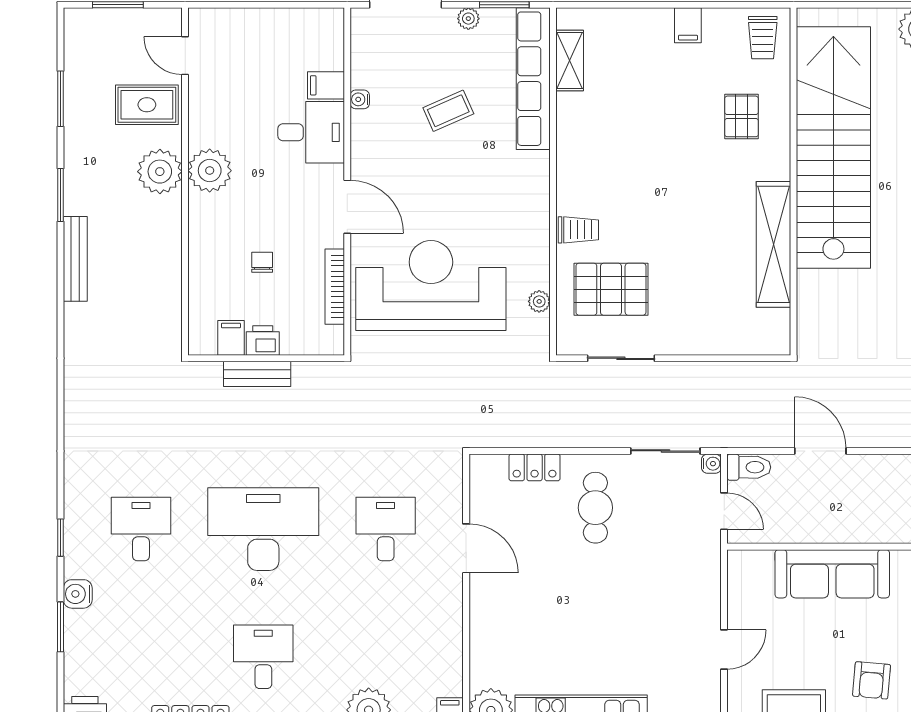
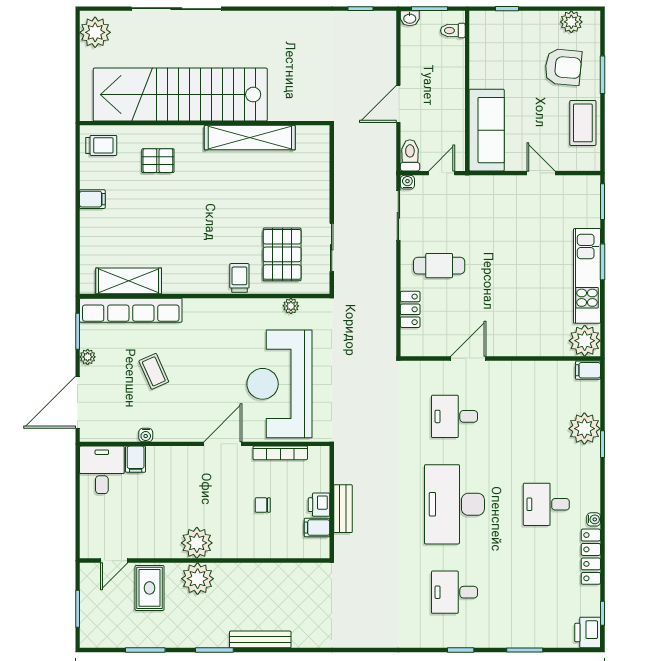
shelving: (570, 60) -> (129, 281), width x1.50, depth x1.33
desk: (311, 132) -> (102, 470), moved
sofa: (832, 574) -> (487, 130), moved
water cooler: (78, 594) -> (501, 638), removed
armchair: (872, 680) -> (563, 67), width x1.38, depth x1.38

